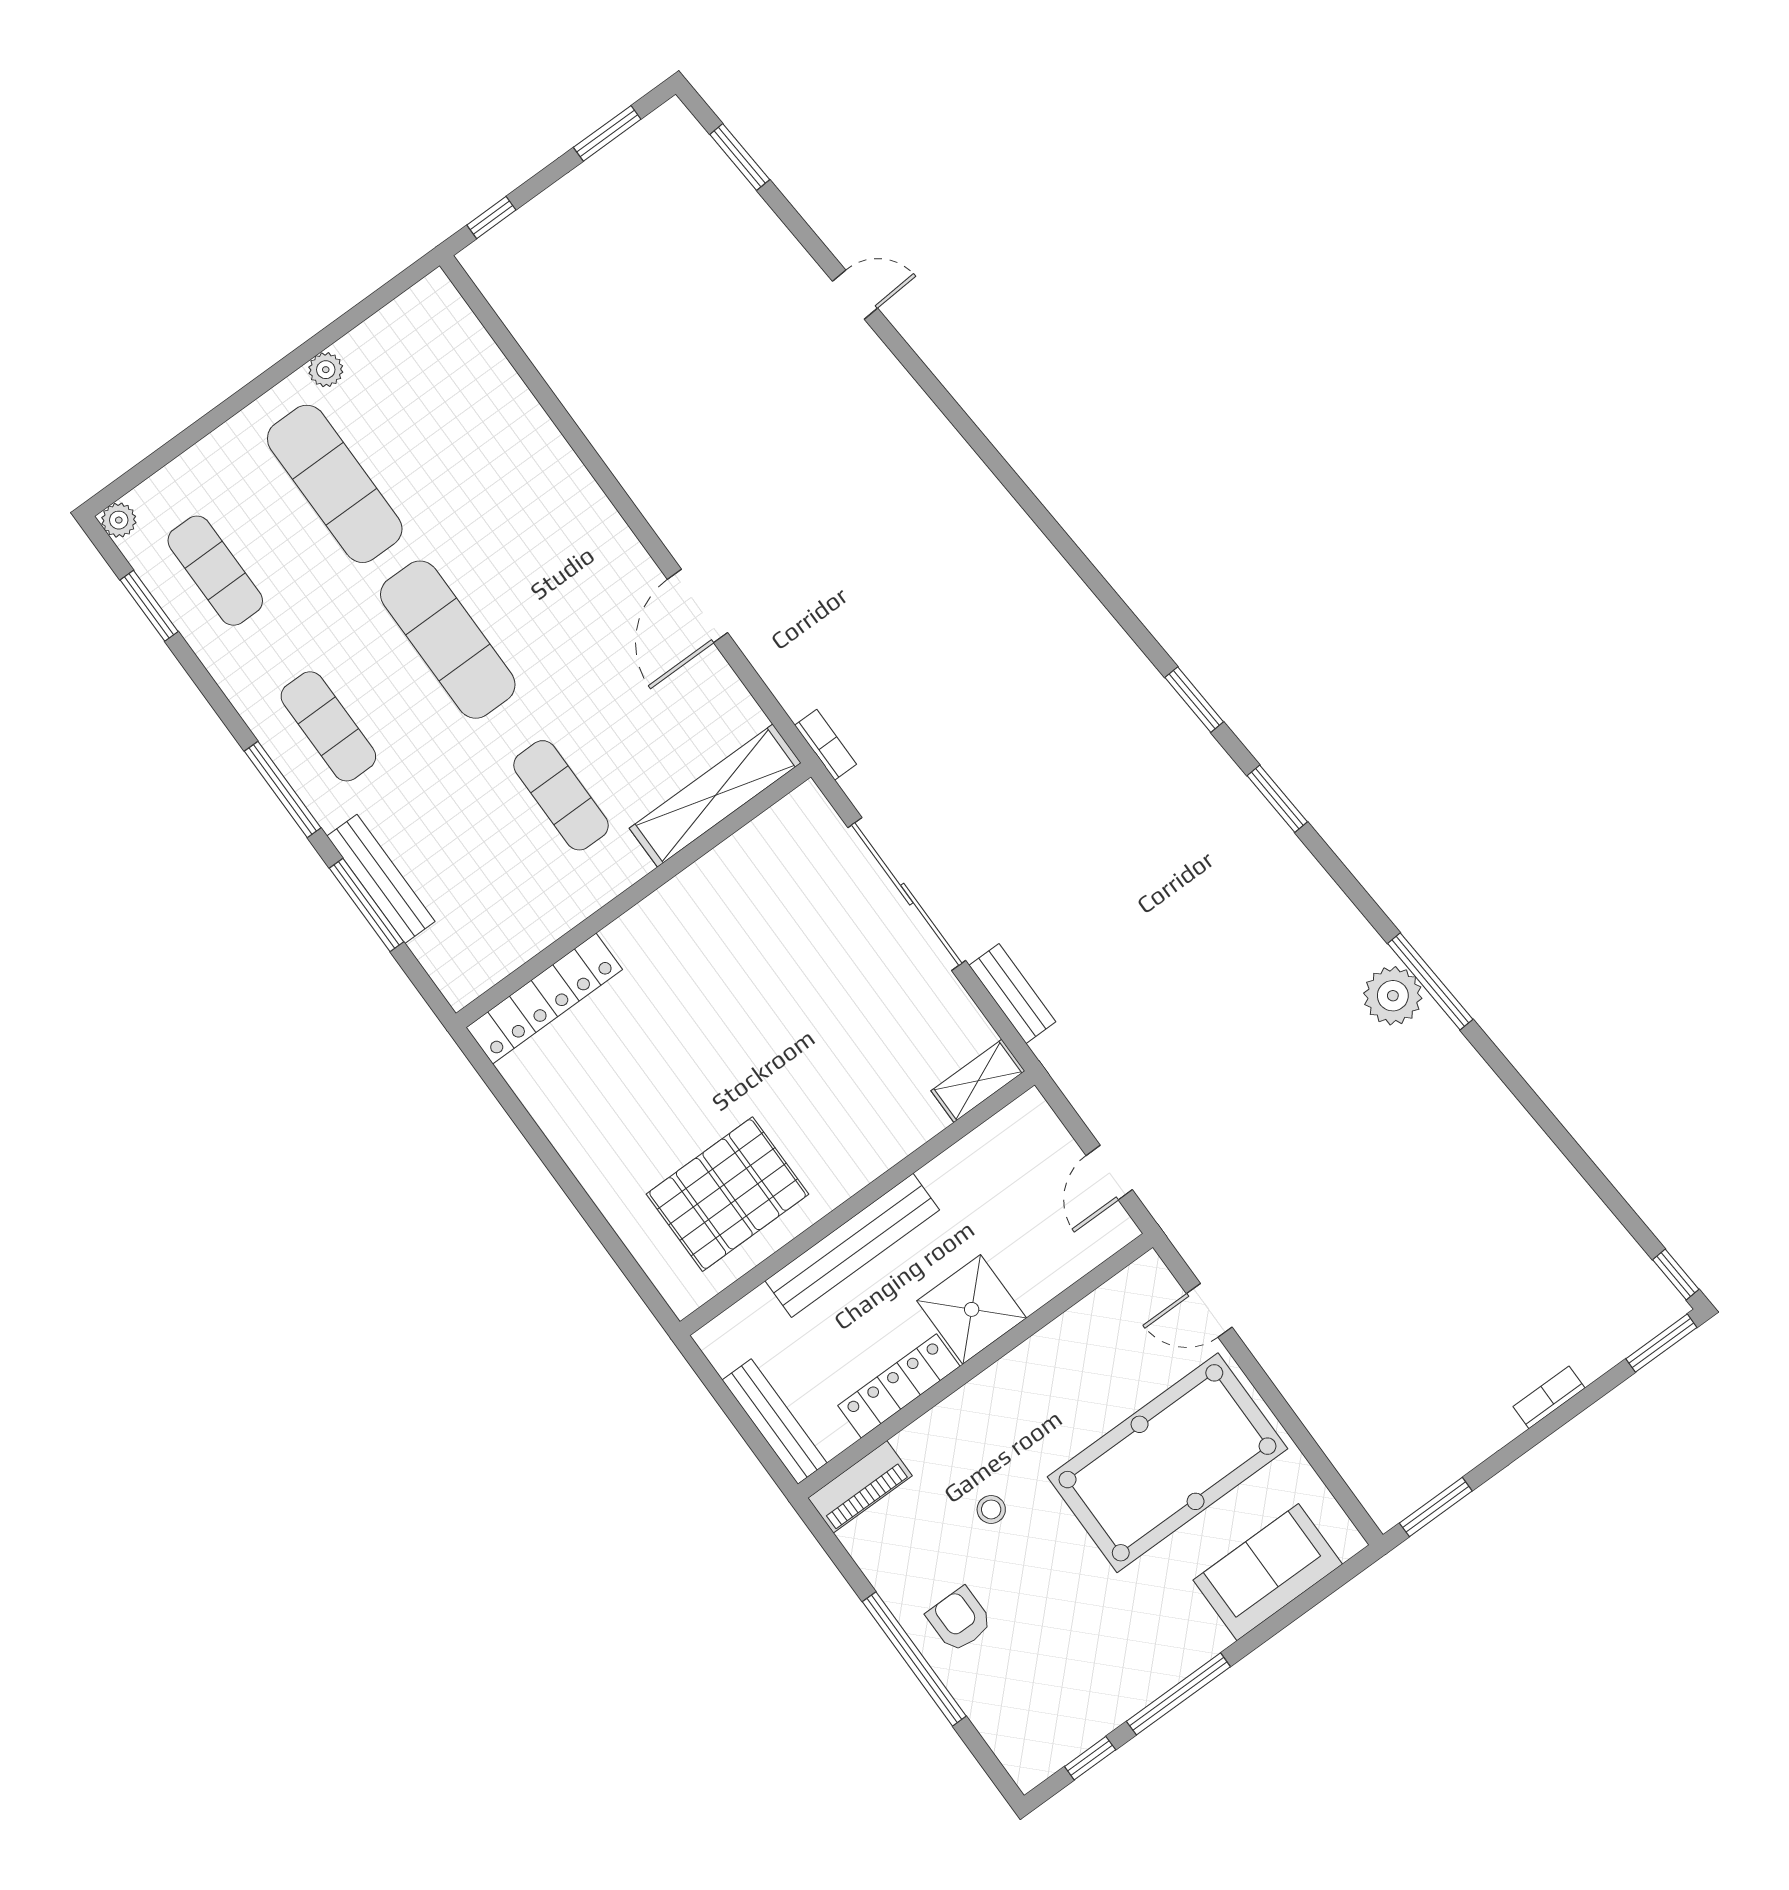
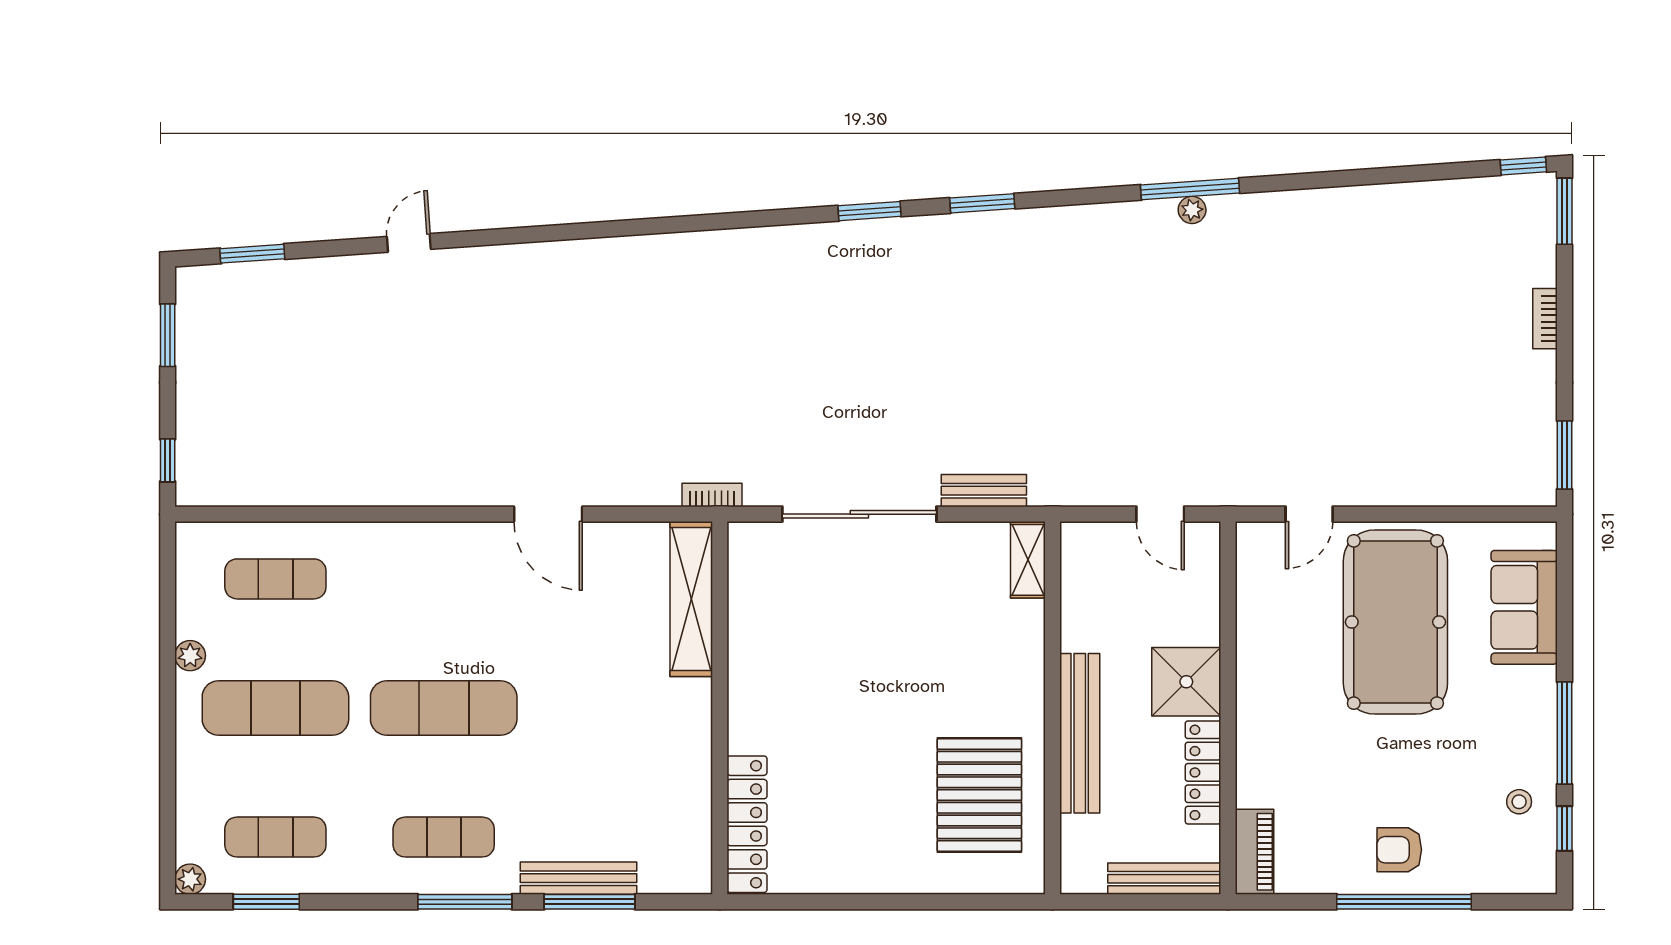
exercise mat: (561, 795) -> (275, 579), moved
plant: (1393, 996) -> (1192, 210), width x0.53, depth x0.53
stool: (991, 1509) -> (1519, 802), moved

